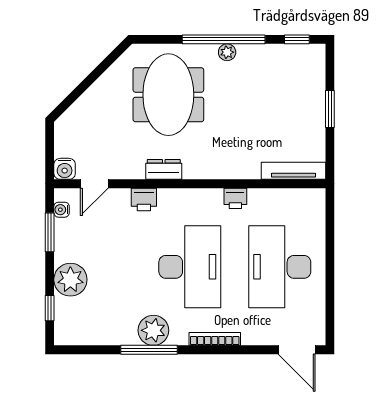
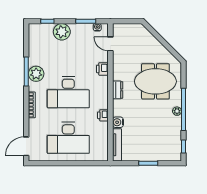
water cooler: (65, 169) -> (118, 122), moved
dresser: (164, 169) -> (118, 90), moved
desk: (280, 267) -> (68, 138), turned 180

